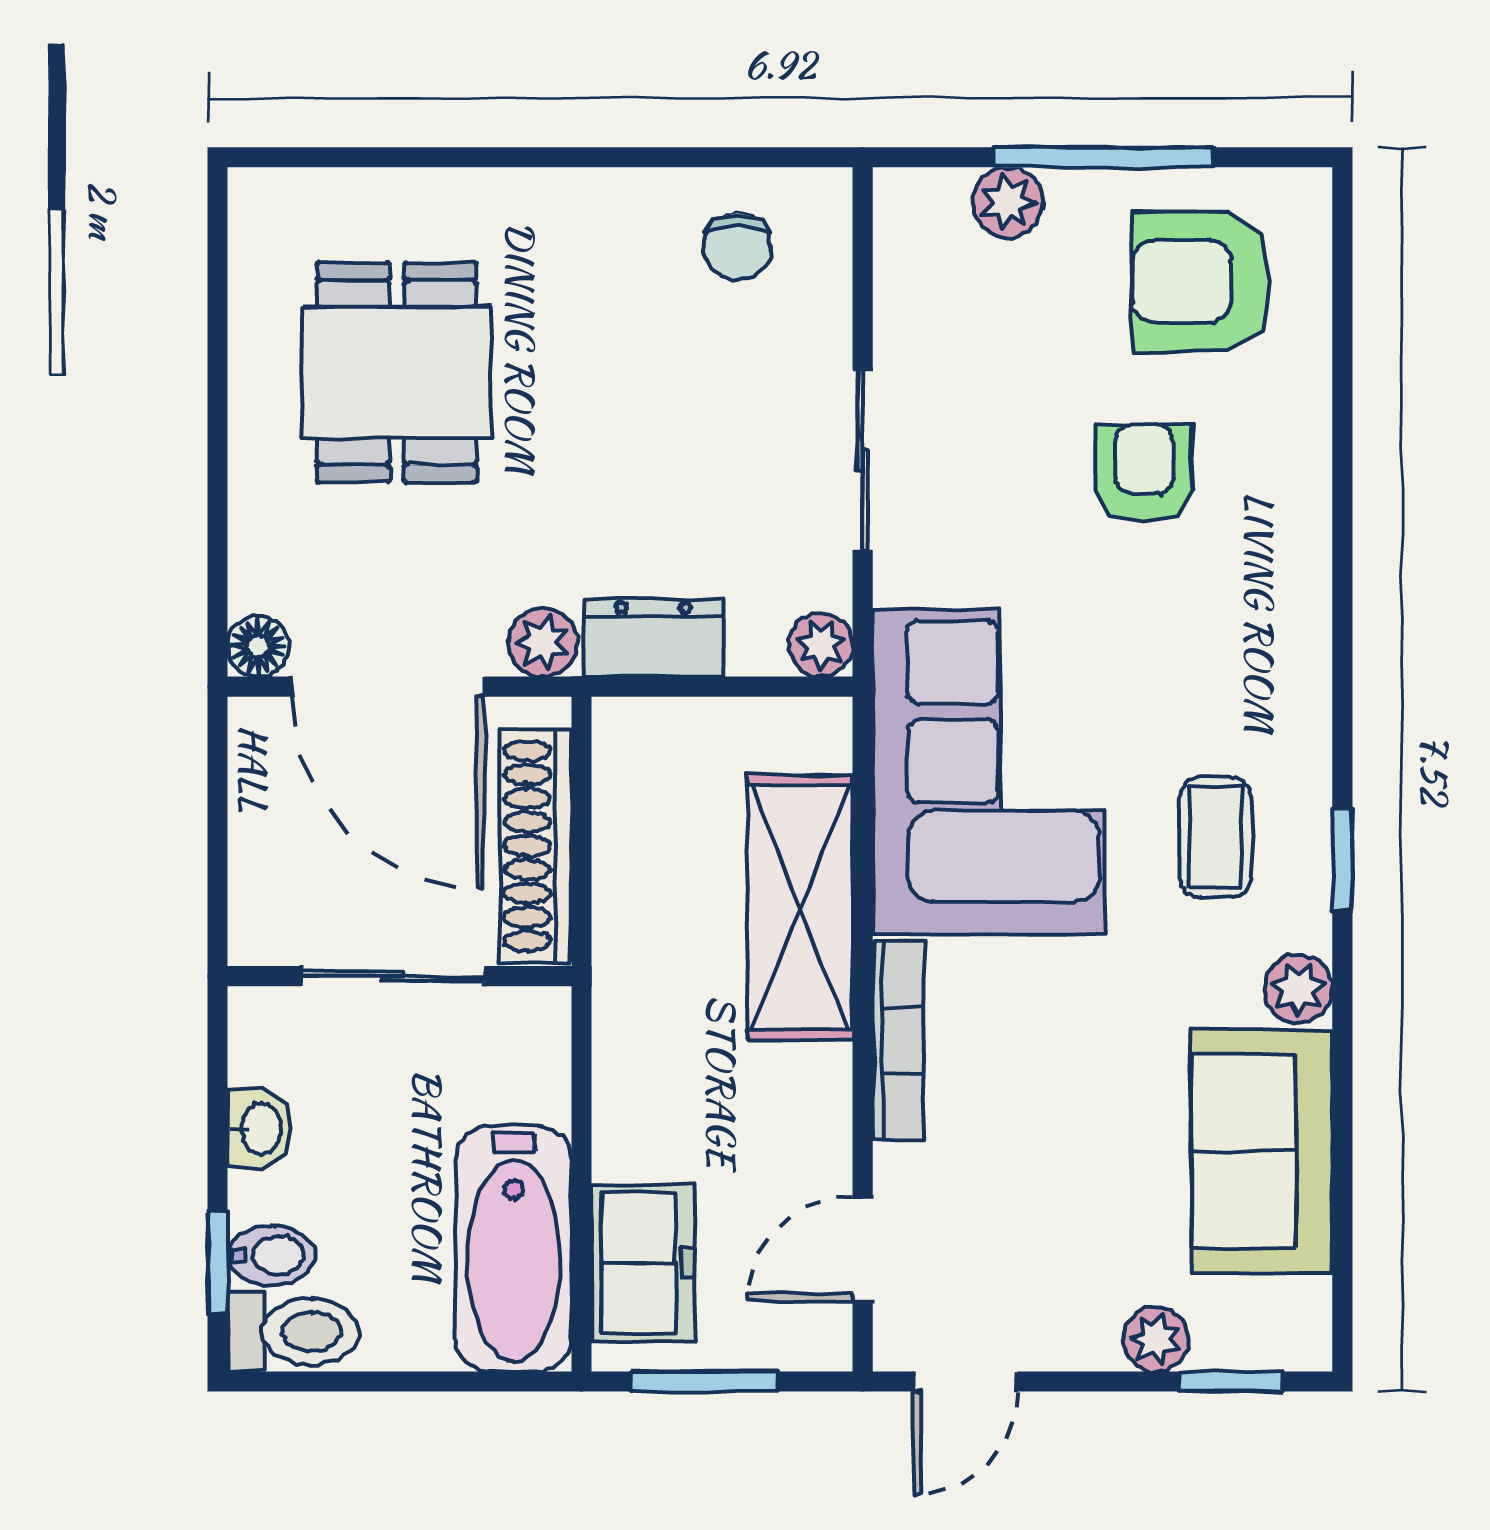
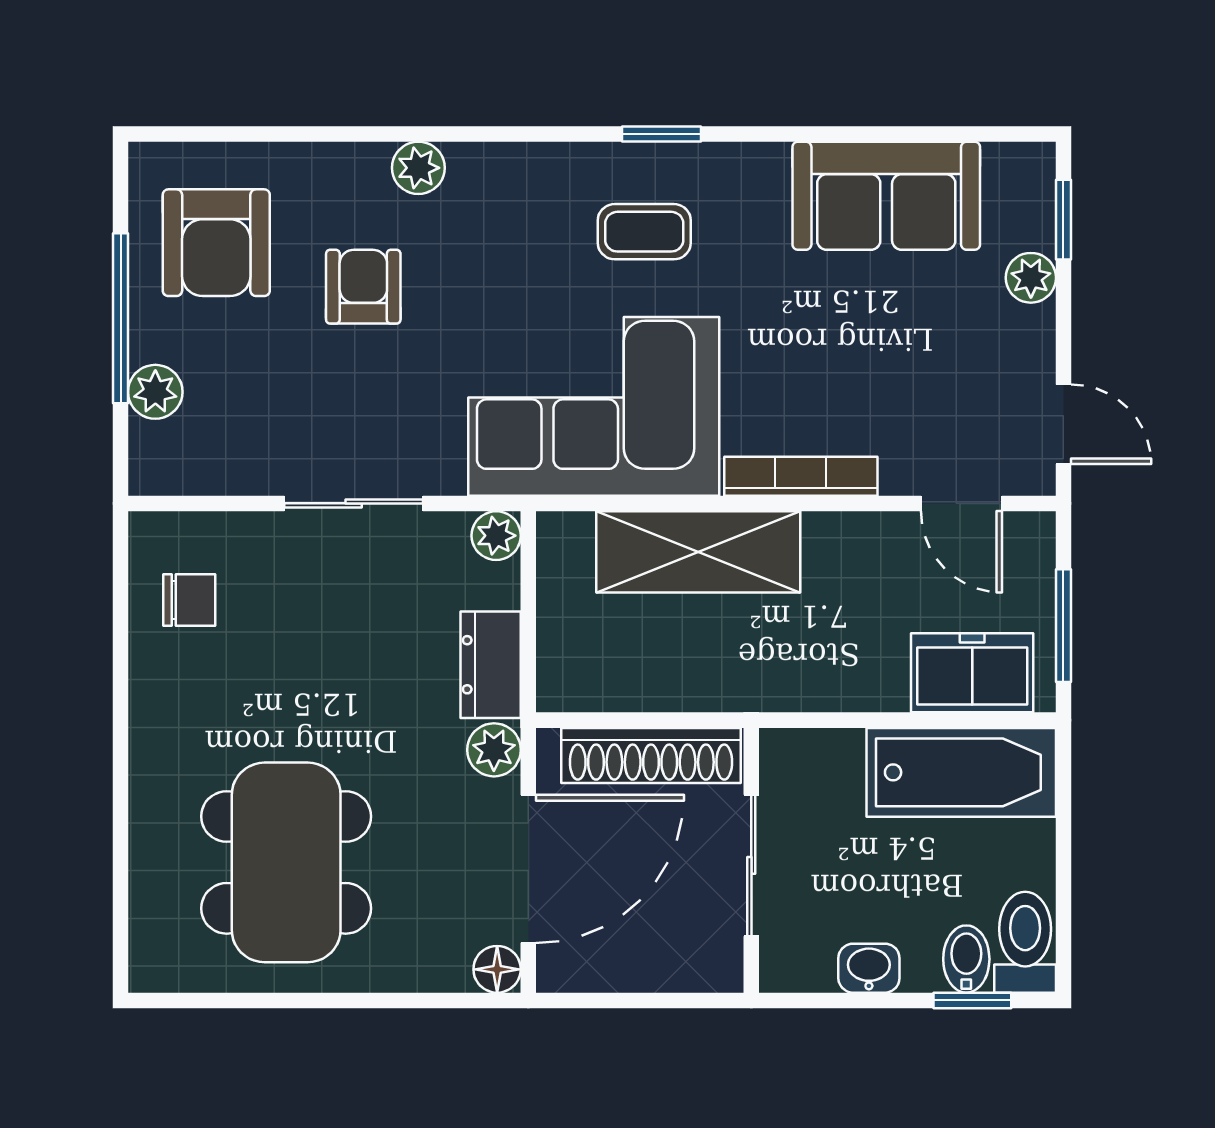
dining table: (397, 372) -> (286, 862), width x1.38
armchair: (1144, 472) -> (363, 287), turned 90
plant: (1298, 989) -> (418, 168), moved

